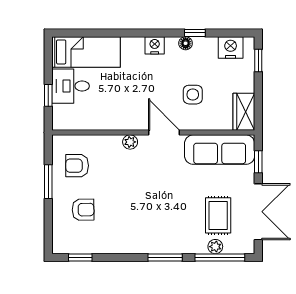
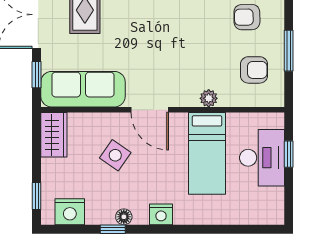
bed: (86, 52) -> (207, 153), moved, turned -90
desk: (71, 86) -> (262, 158), width x1.37
side table: (193, 95) -> (115, 155), turned 35
plant: (130, 142) -> (209, 98), moved

